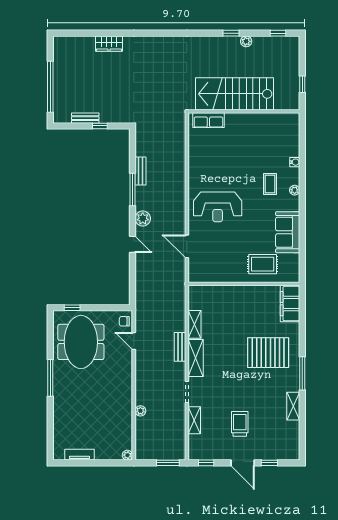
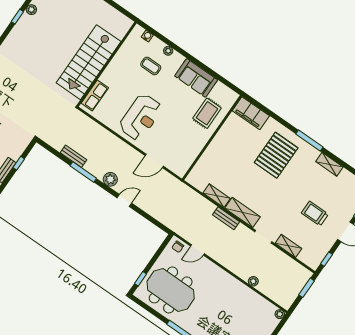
stairs: (234, 94) -> (89, 62), moved
wall: (244, 111) -> (107, 64), moved
row of seats: (208, 120) -> (95, 95), moved

